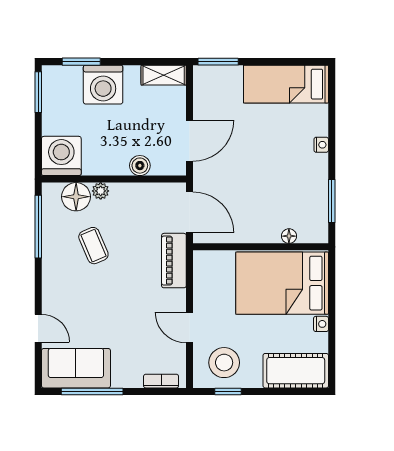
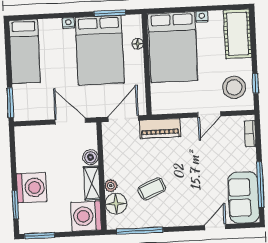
shelving: (164, 75) -> (92, 183), moved
bed: (283, 185) -> (100, 50), added

